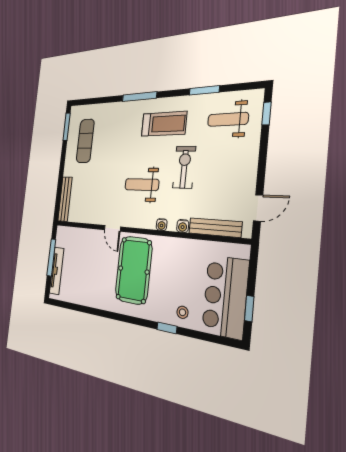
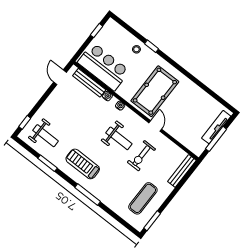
exercise bike: (184, 167) -> (141, 156), moved
door: (258, 208) -> (60, 77), hinge flipped
bar counter: (225, 297) -> (104, 67), moved, turned -90

